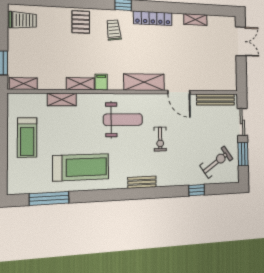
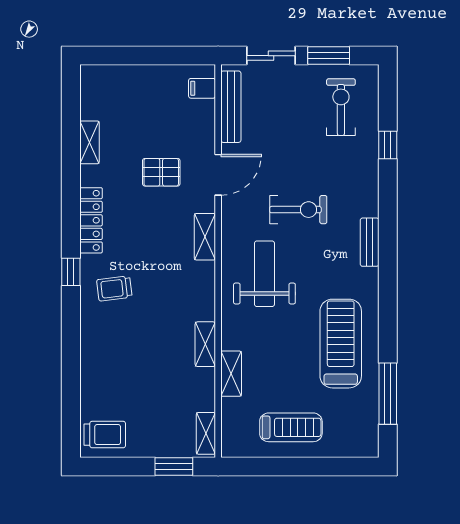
trolley: (23, 20) -> (105, 435), turned 90
pallet: (81, 22) -> (161, 172), moved
double door: (241, 41) -> (125, 56), removed
filing cabinet: (101, 82) -> (202, 88), moved
shelving: (144, 82) -> (205, 237), width x0.67, depth x0.75
exercise bike: (160, 139) -> (298, 210), width x1.38, depth x1.39
exercise bike: (216, 162) -> (341, 107), turned 35

